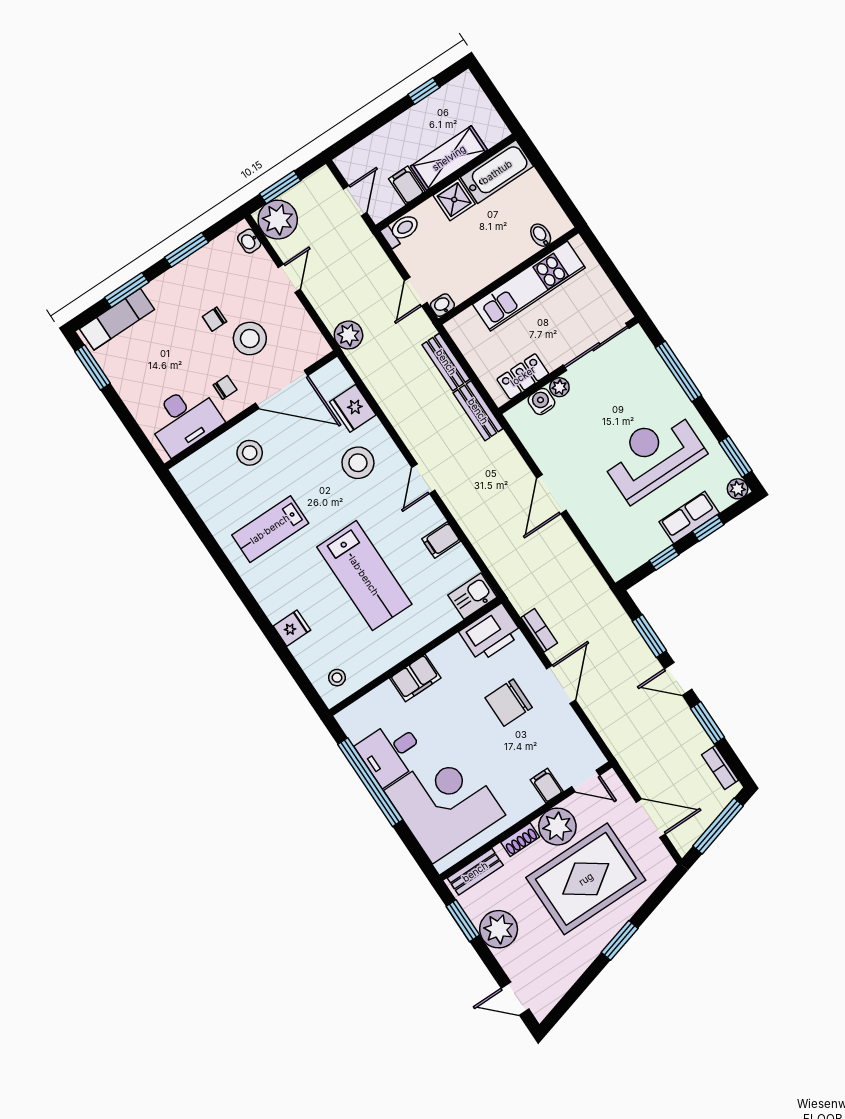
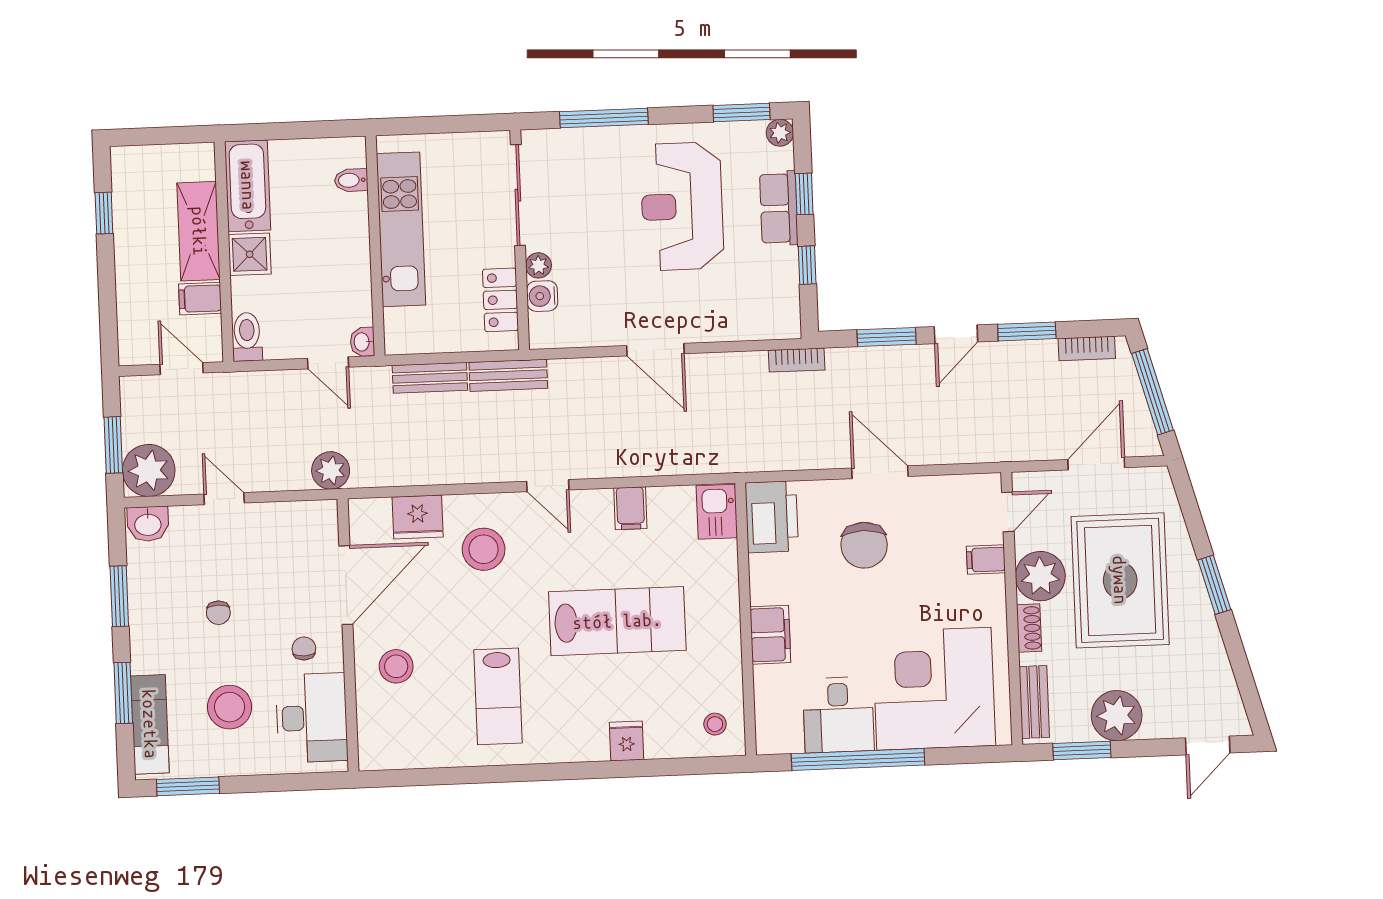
washbasin: (249, 241) -> (148, 524), width x1.38, depth x1.45
stool: (250, 338) -> (230, 707), moved
bookcase: (539, 630) -> (797, 360), moved, turned 180

